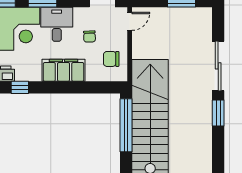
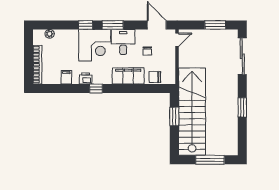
chair: (111, 59) -> (155, 77), moved
sliding door: (218, 66) -> (242, 56), moved
window: (126, 125) -> (174, 116), width x0.47

